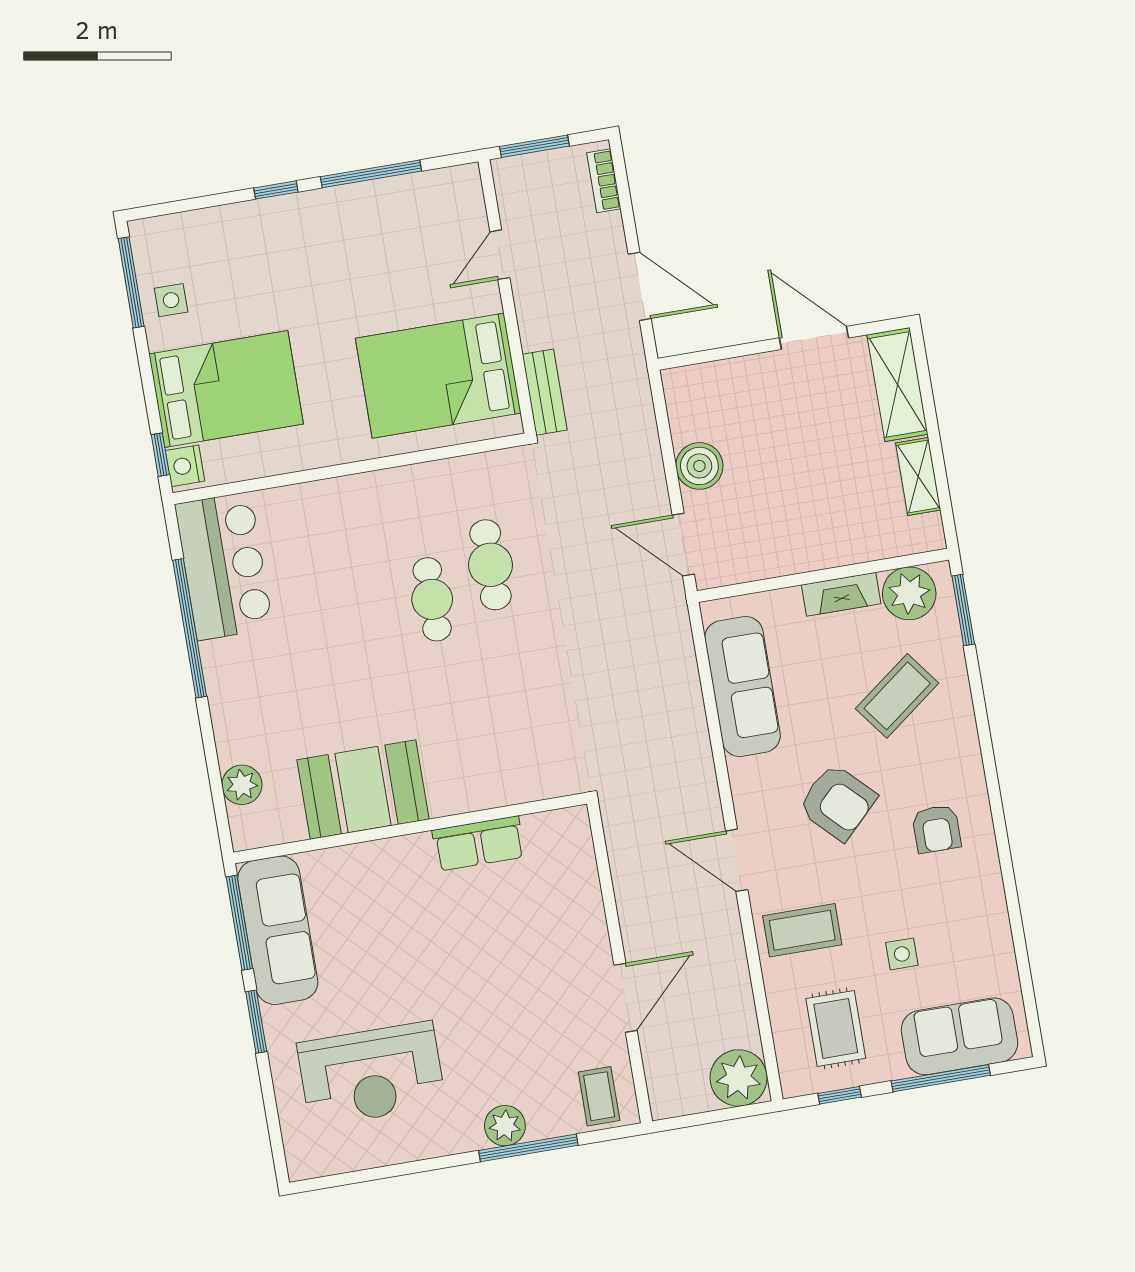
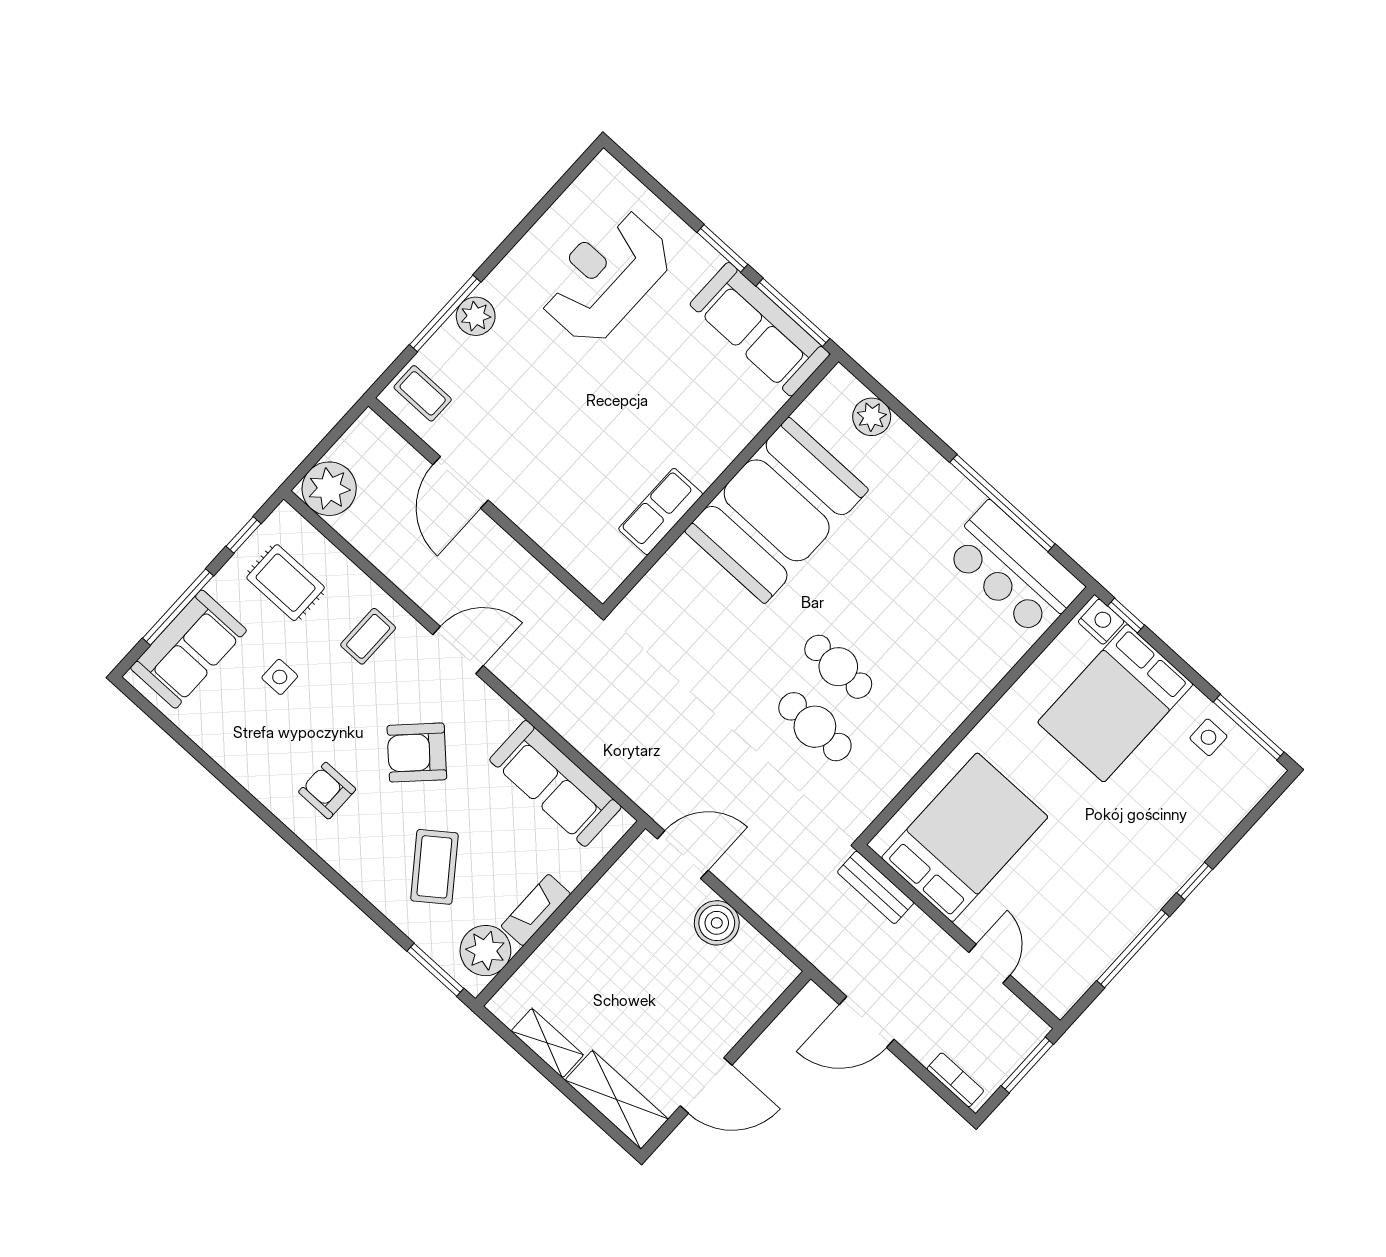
booth: (363, 789) -> (777, 510), width x1.36, depth x1.42
coffee table: (802, 930) -> (368, 636), width x0.73, depth x0.77

